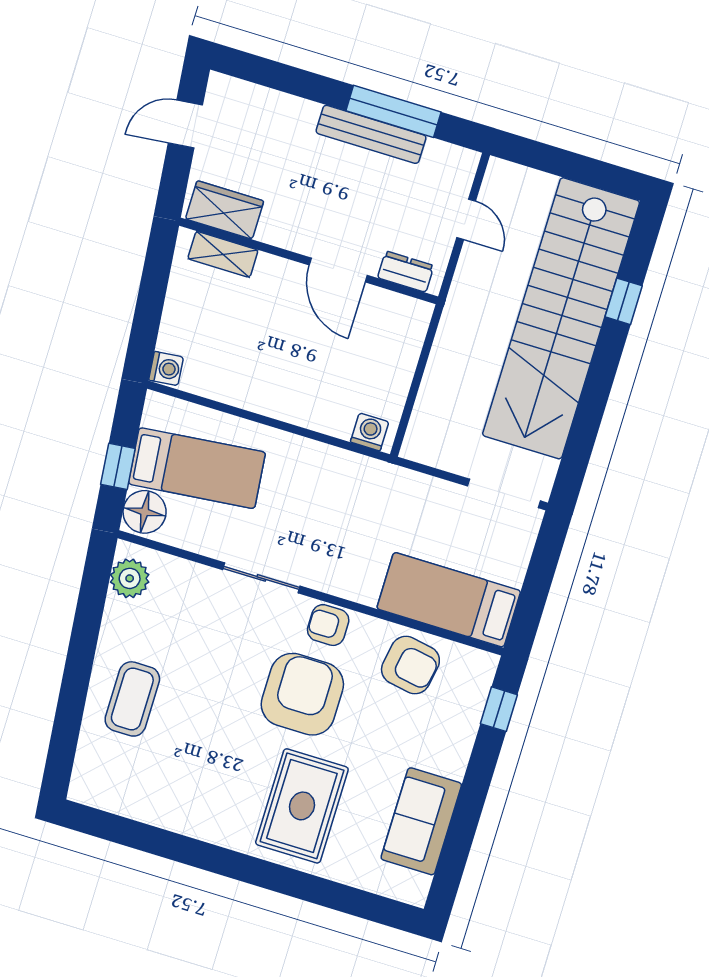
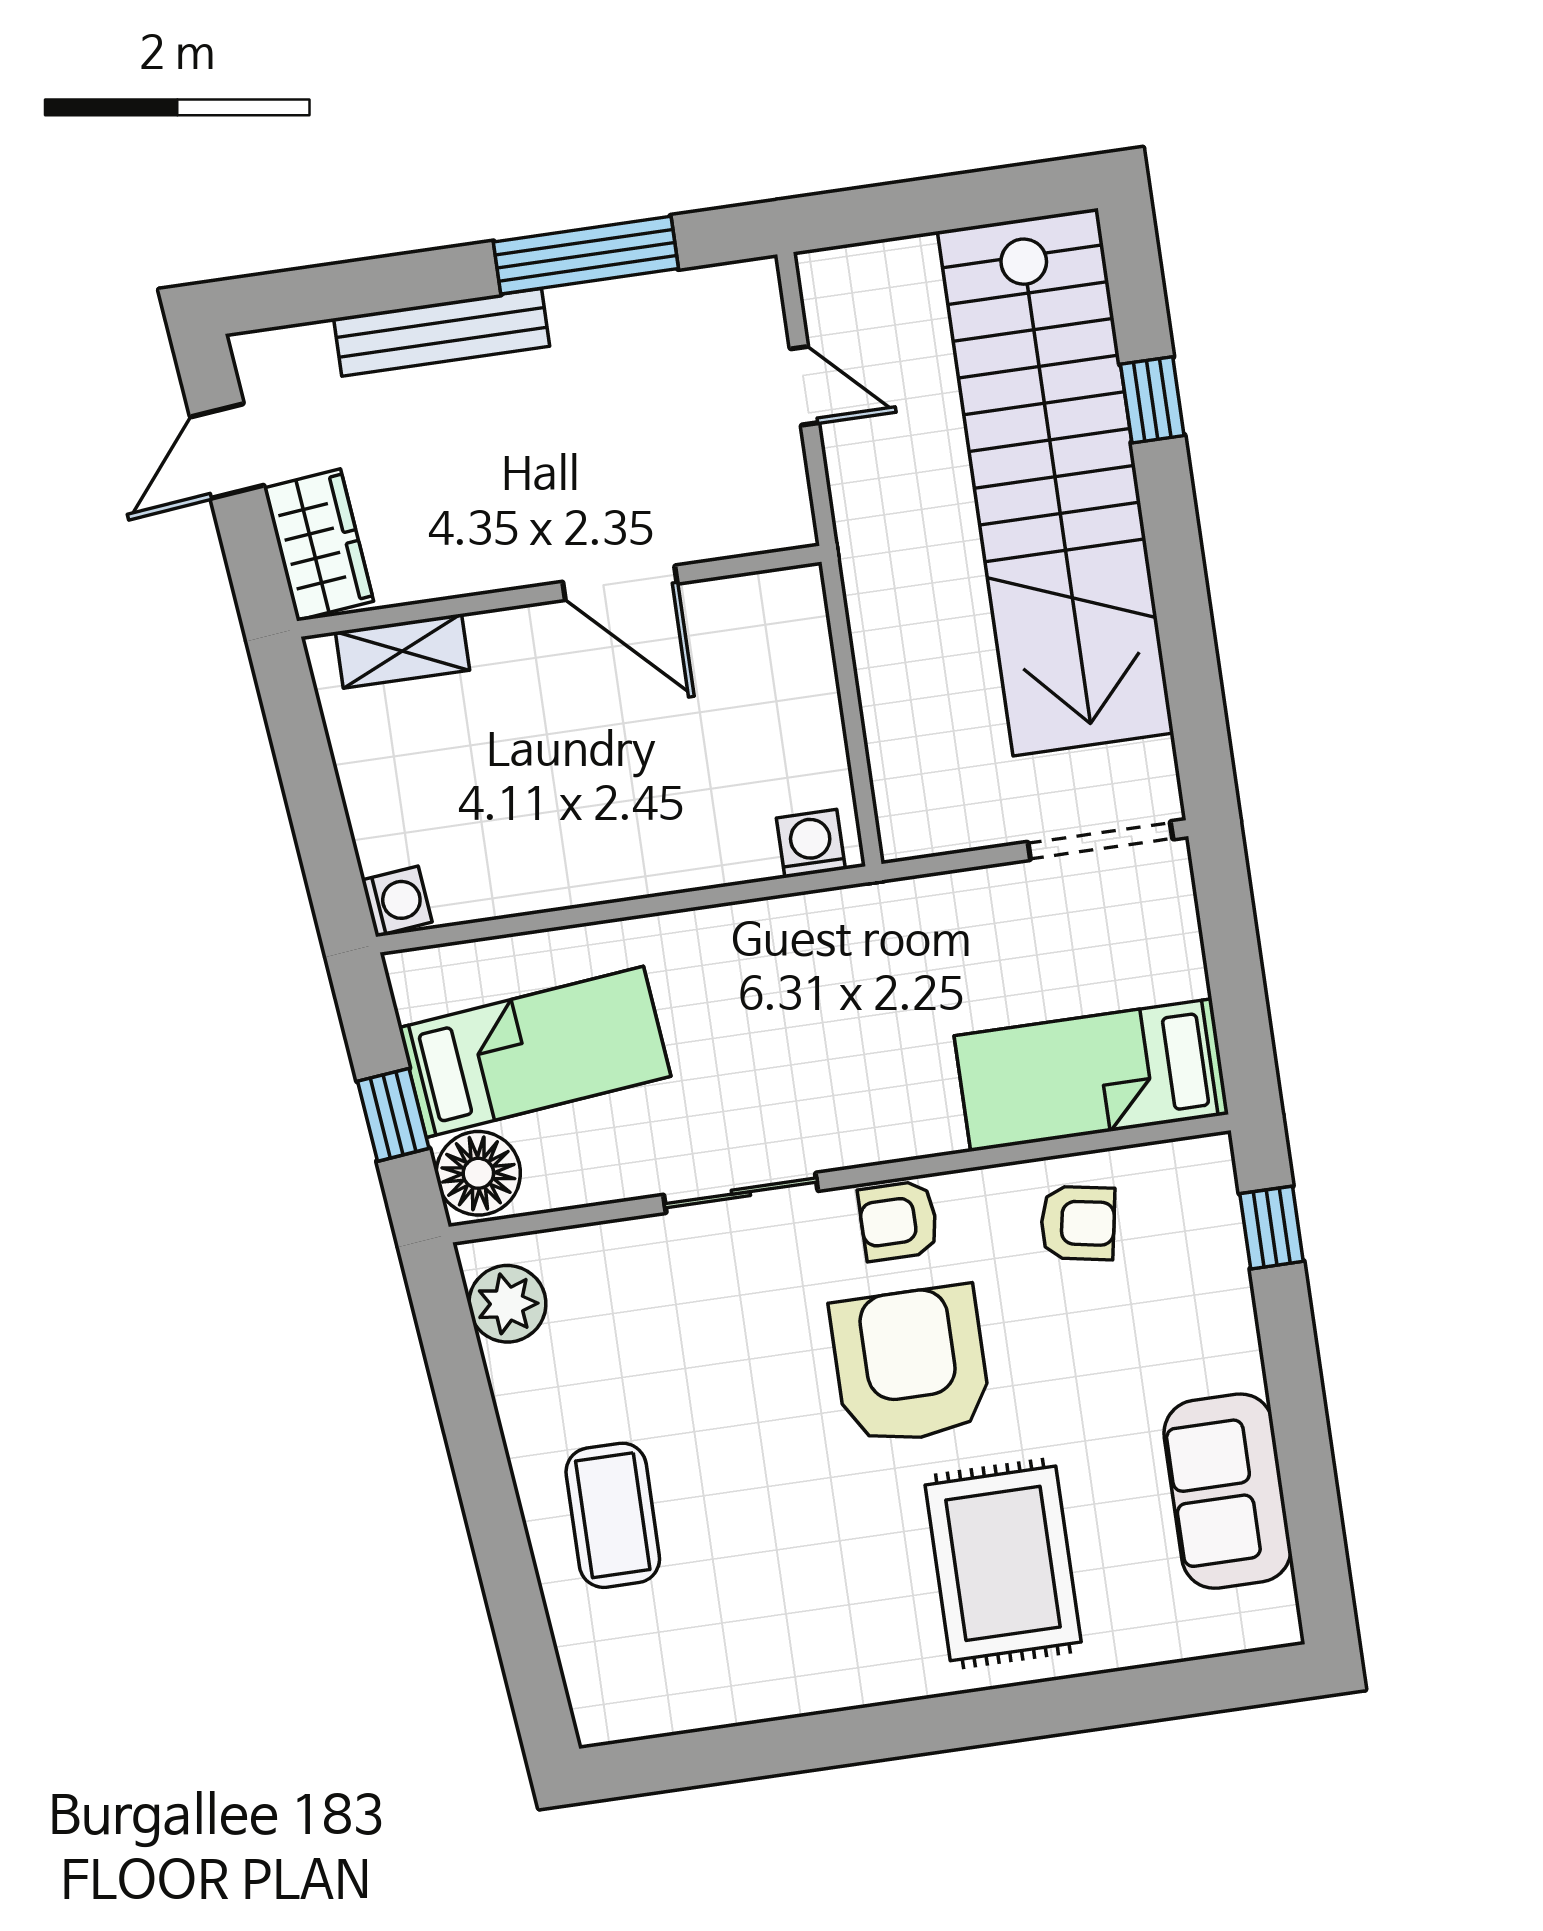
bench: (371, 134) -> (442, 332), moved
wardrobe: (225, 210) -> (319, 545), moved, turned 84
dresser: (406, 272) -> (741, 529), removed
armchair: (410, 665) -> (1078, 1223), width x0.72, depth x0.72

